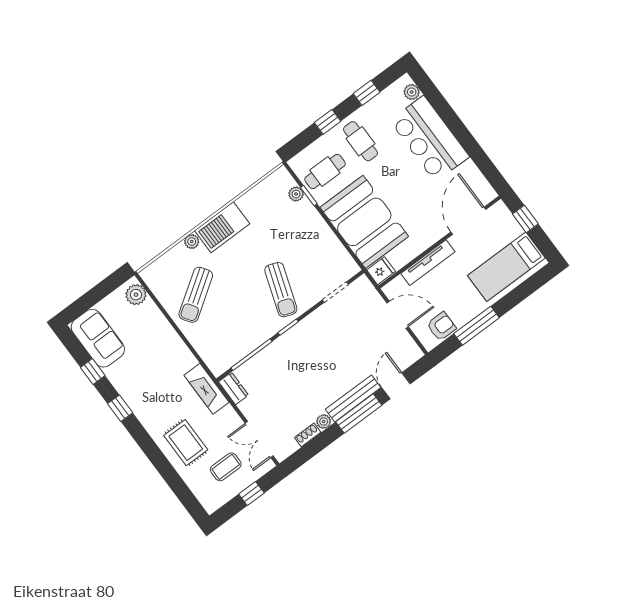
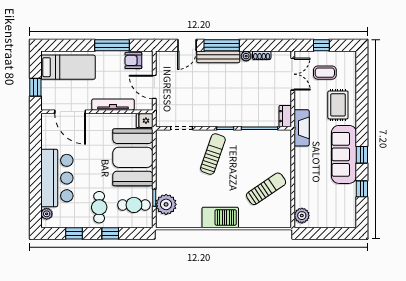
plant: (296, 194) -> (166, 204), width x1.88, depth x1.88
door: (468, 221) -> (70, 112), hinge flipped
plant: (192, 242) -> (245, 222), removed
sofa: (98, 338) -> (344, 154), moved, width x1.36

